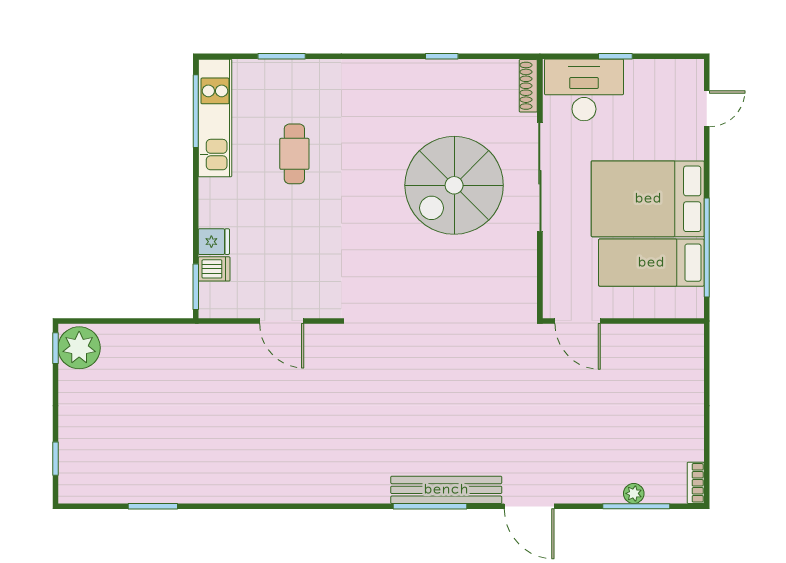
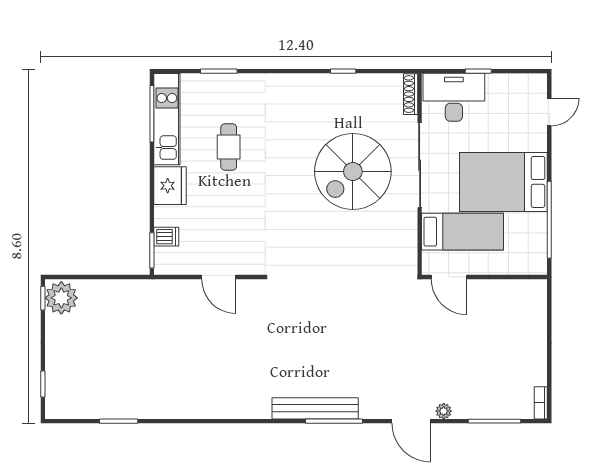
fridge: (214, 242) -> (170, 186), moved, width x1.88, depth x1.34
bed: (651, 263) -> (463, 232), moved, turned 180
bench: (446, 490) -> (315, 408), moved
plant: (634, 493) -> (444, 411), moved

